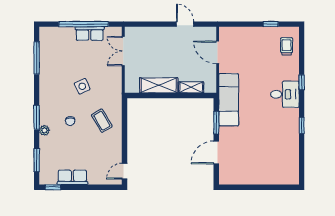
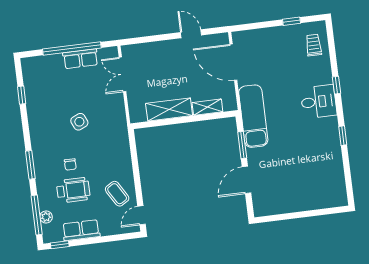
door: (218, 52) -> (233, 62), width x1.36
window: (37, 58) -> (22, 95), width x0.46
coffee table: (102, 121) -> (117, 194), moved
plant: (44, 130) -> (46, 217), moved
wheelchair: (70, 143) -> (73, 190), added
window: (37, 160) -> (37, 215), width x1.44

